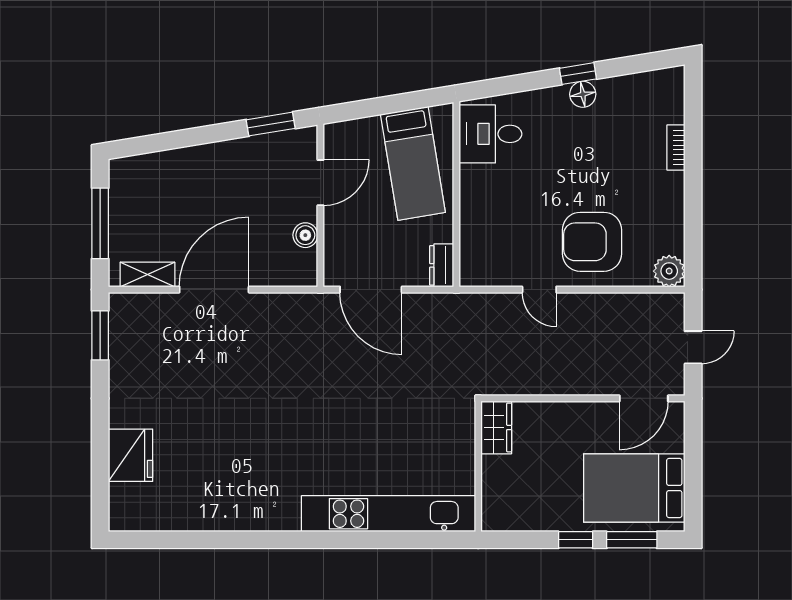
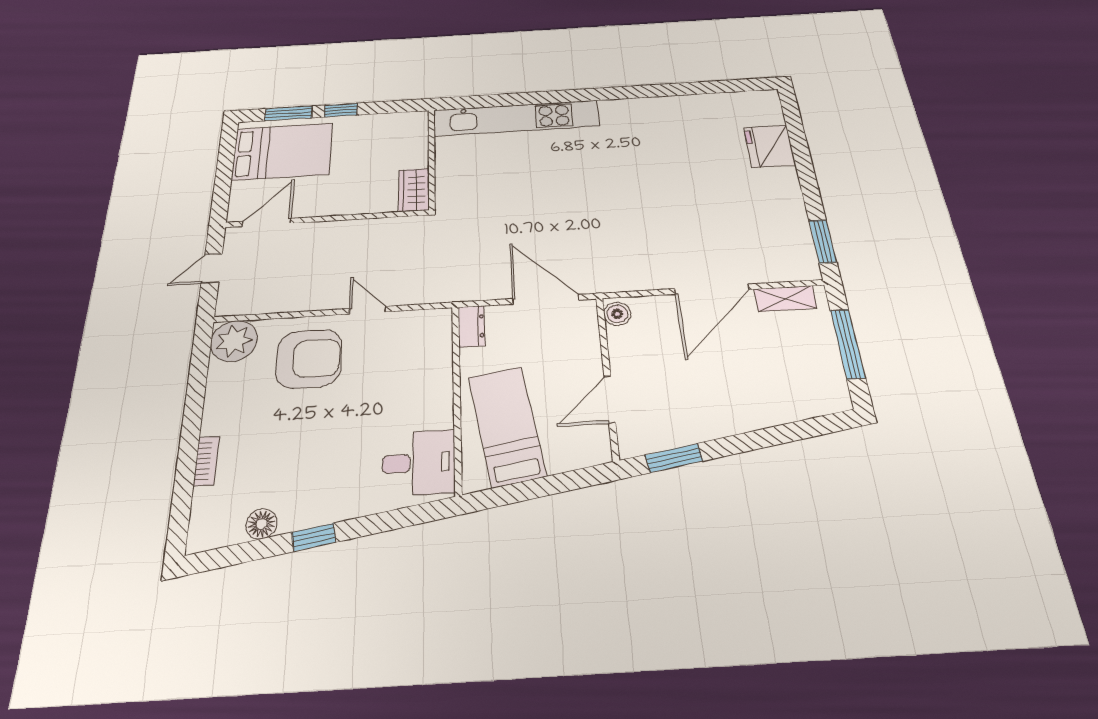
floor lamp: (583, 94) -> (262, 524), moved
boiler: (305, 235) -> (617, 314), moved
plant: (669, 271) -> (234, 341), width x1.36, depth x1.36

